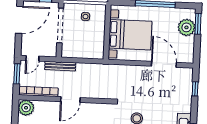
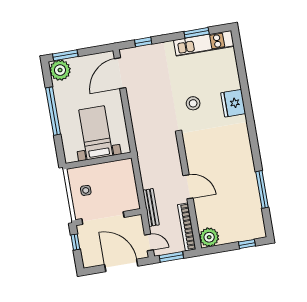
door: (19, 20) -> (121, 265), moved
plant: (186, 27) -> (60, 70), moved
bed with nightstands: (130, 35) -> (96, 133), width x0.73
door: (164, 64) -> (120, 73), moved

